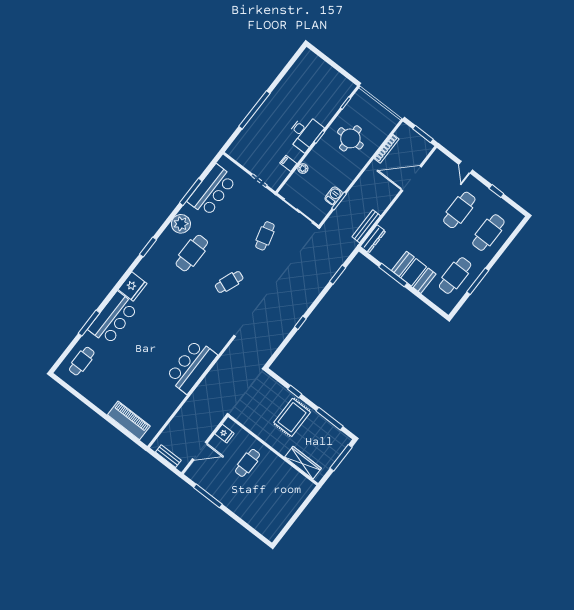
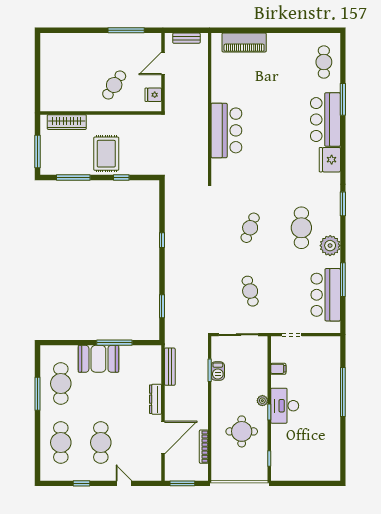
plant: (303, 169) -> (262, 401), moved
dresser: (373, 239) -> (156, 399), moved
cafe table: (248, 463) -> (114, 85), turned 34

